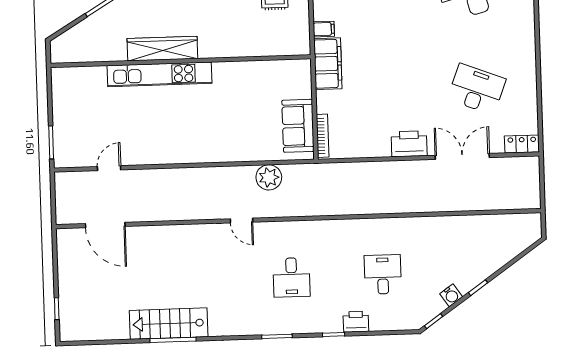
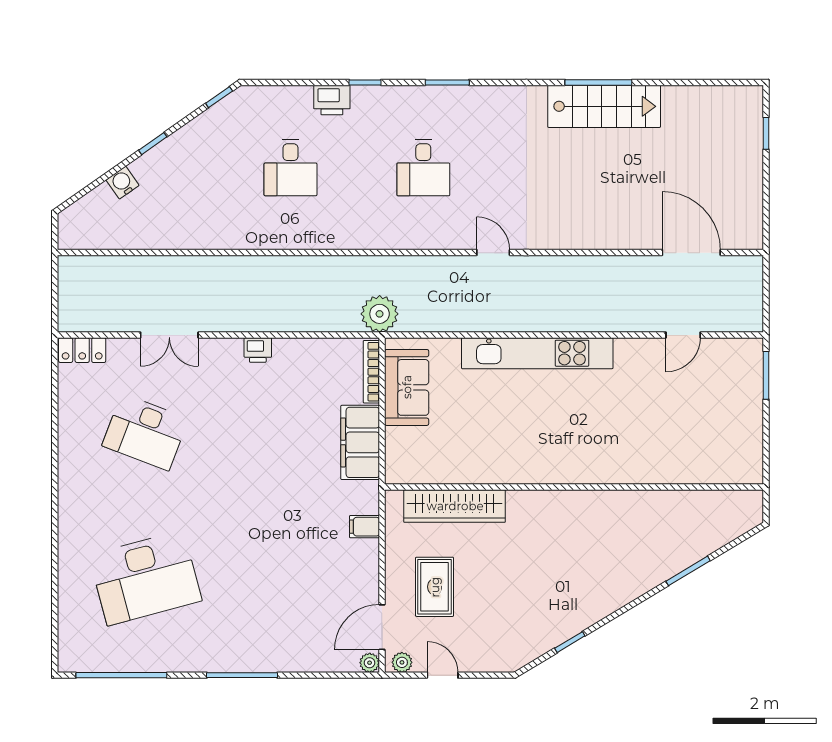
wardrobe: (162, 49) -> (455, 506), moved
filing cabinet: (328, 64) -> (360, 442), moved
kitchen unit: (160, 74) -> (537, 353), moved, turned 180
printer: (409, 144) -> (258, 350), width x0.53, depth x0.68
double door: (462, 156) -> (169, 335), width x0.73
plant: (269, 177) -> (380, 314), moved
desk: (291, 277) -> (423, 167), turned 180
water cooler: (451, 295) -> (122, 183), moved

